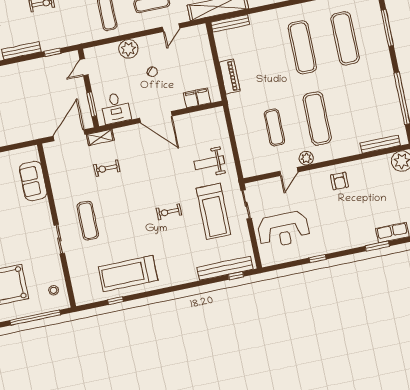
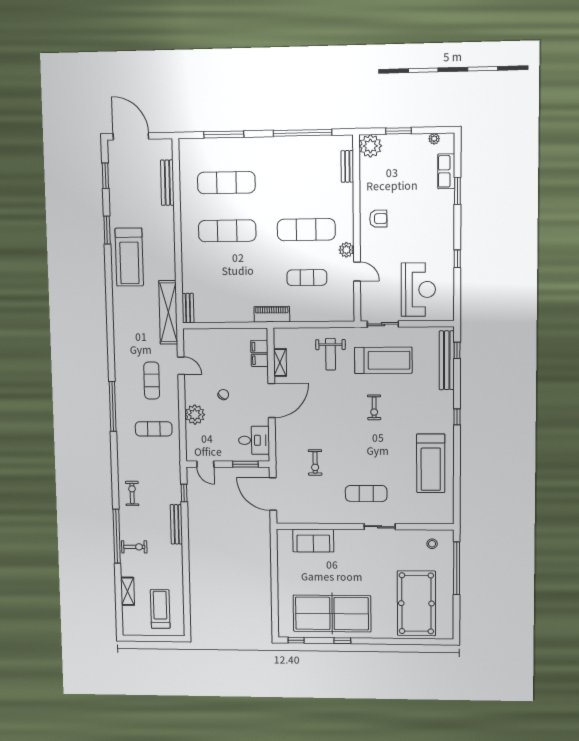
bench: (230, 23) -> (188, 308), width x0.73
piano: (230, 76) -> (272, 314), moved
shelving: (100, 137) -> (280, 362), moved
bench: (380, 144) -> (347, 166), width x0.73
window: (115, 301) -> (457, 417), moved

